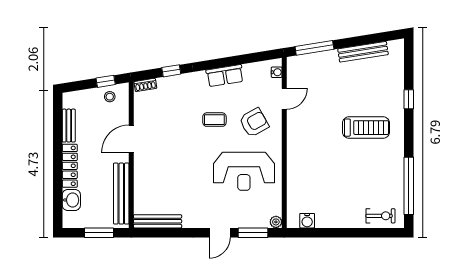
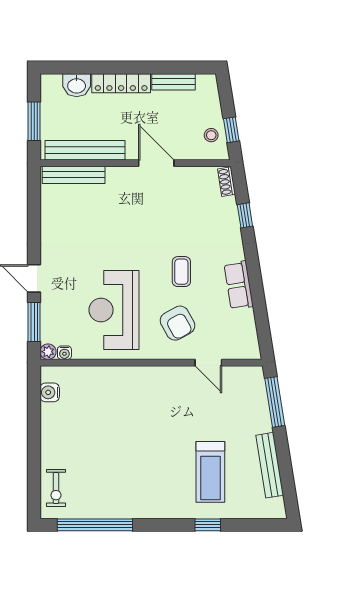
water cooler: (277, 72) -> (64, 353), moved
treadmill: (366, 128) -> (210, 472), moved
bench: (158, 221) -> (74, 175), moved, turned 90

